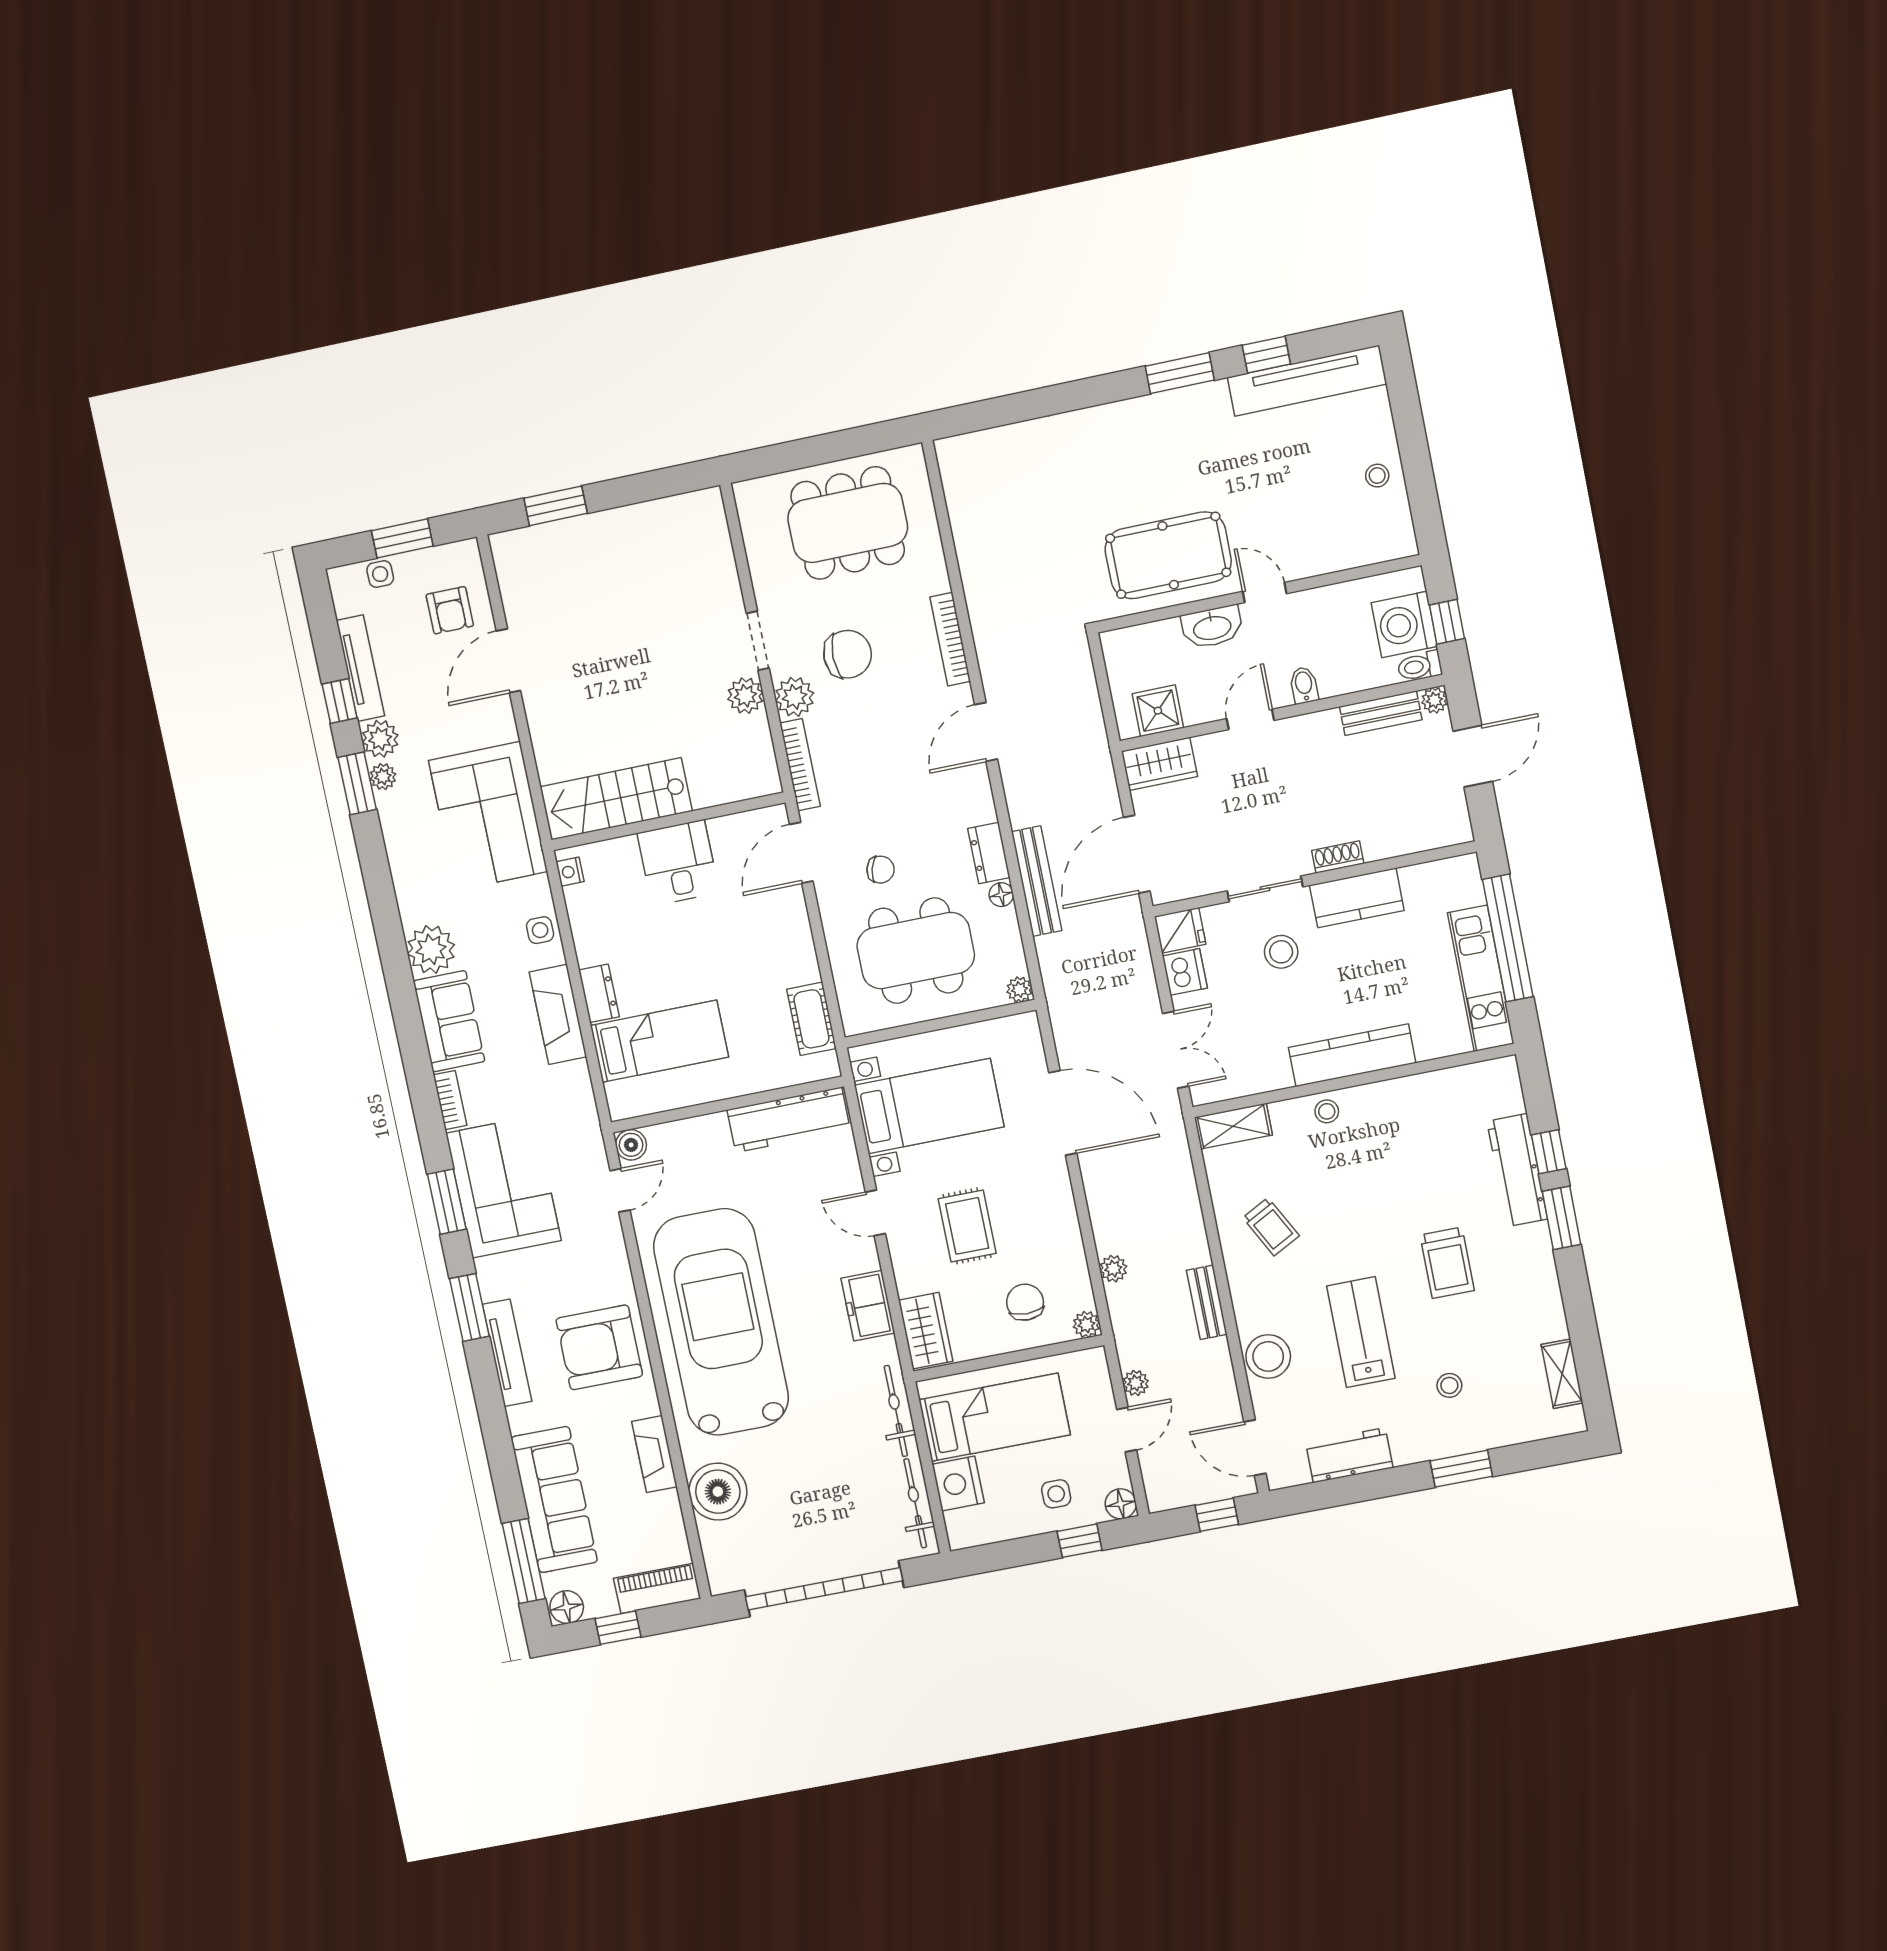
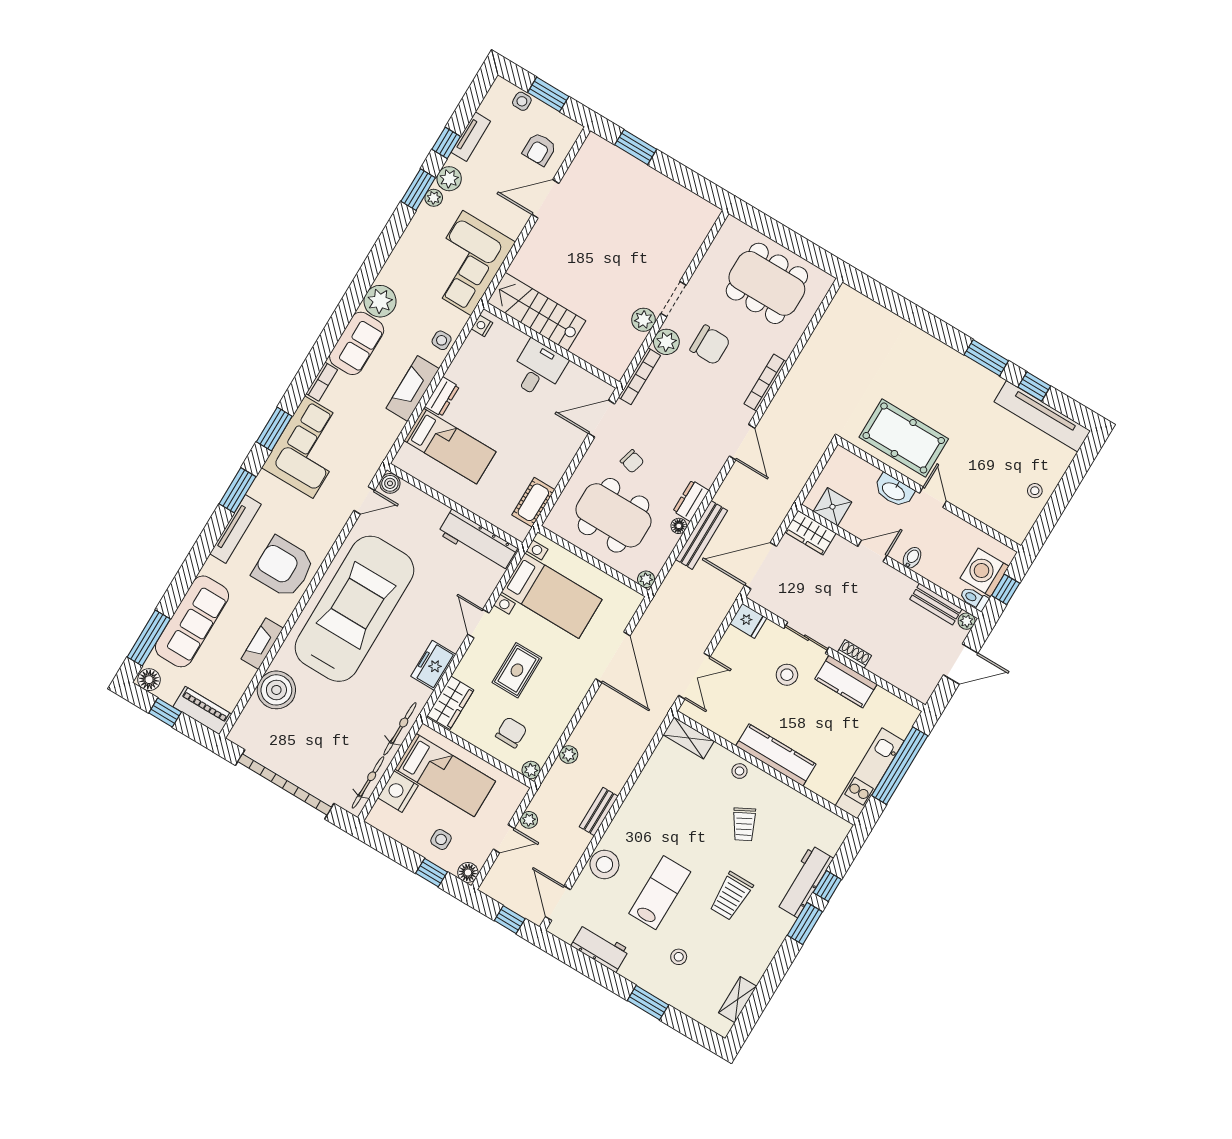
tv unit: (360, 668) -> (471, 137), width x0.71
door: (986, 732) -> (742, 442), swing flipped
dishwasher: (1185, 972) -> (733, 643), removed
trolley: (1271, 1227) -> (744, 824), moved

